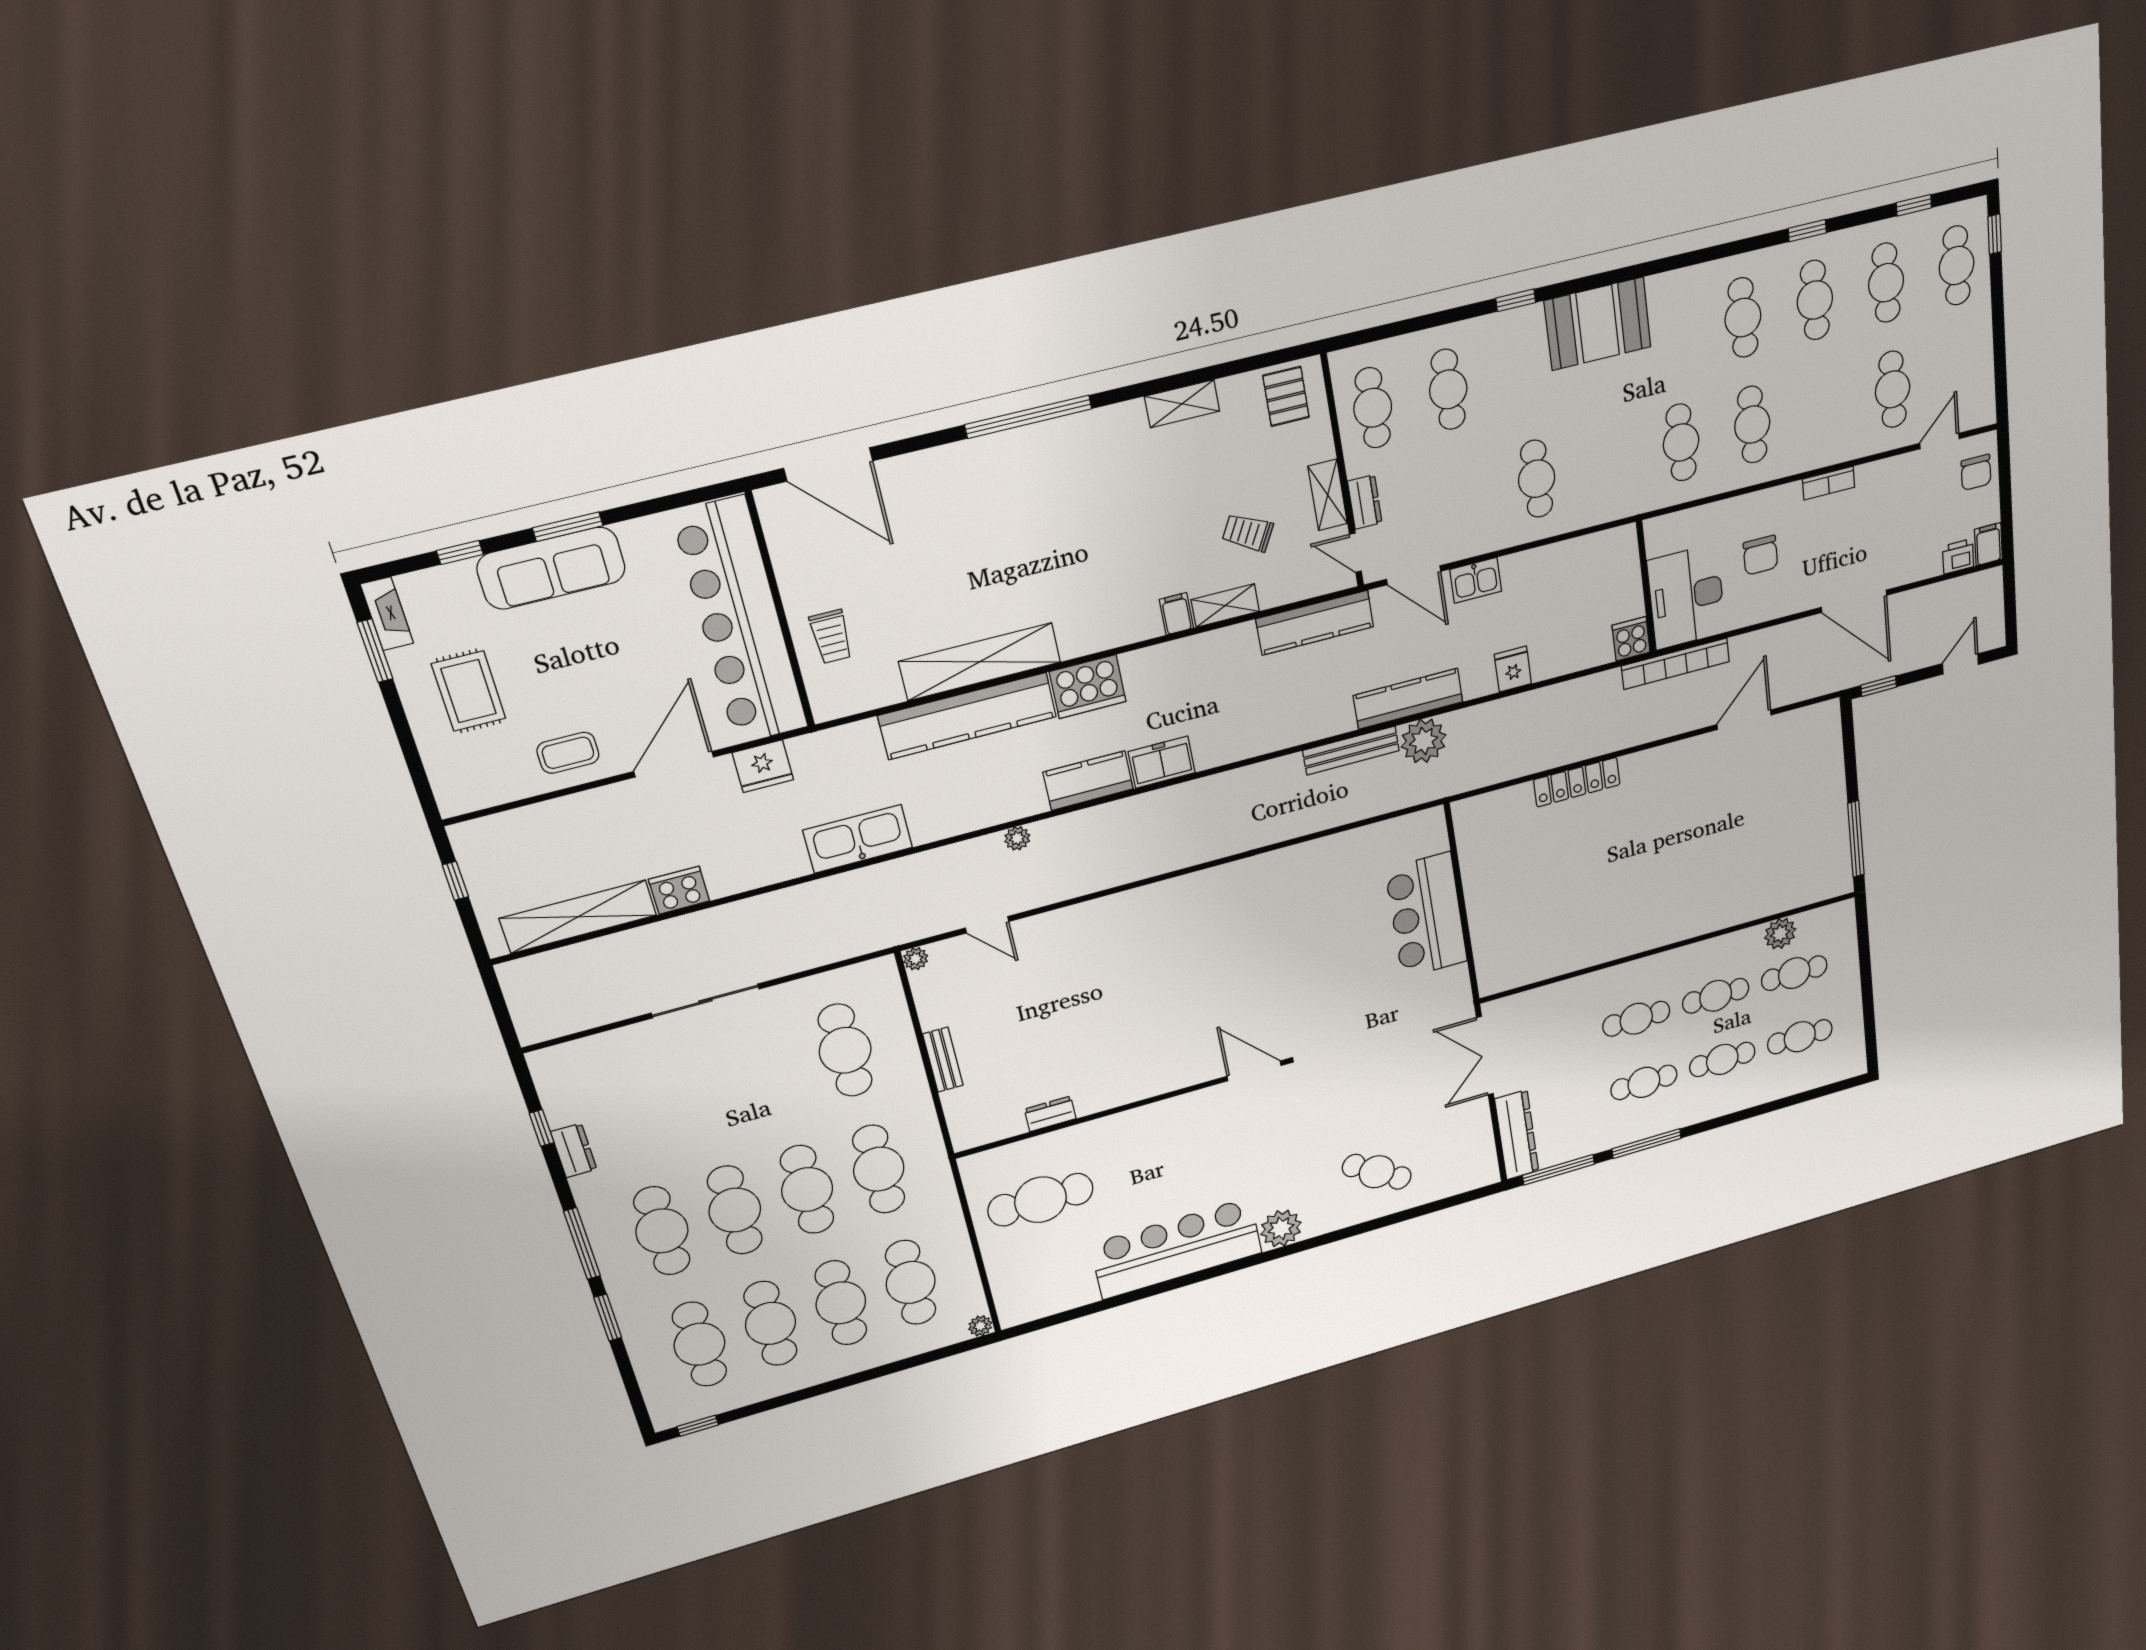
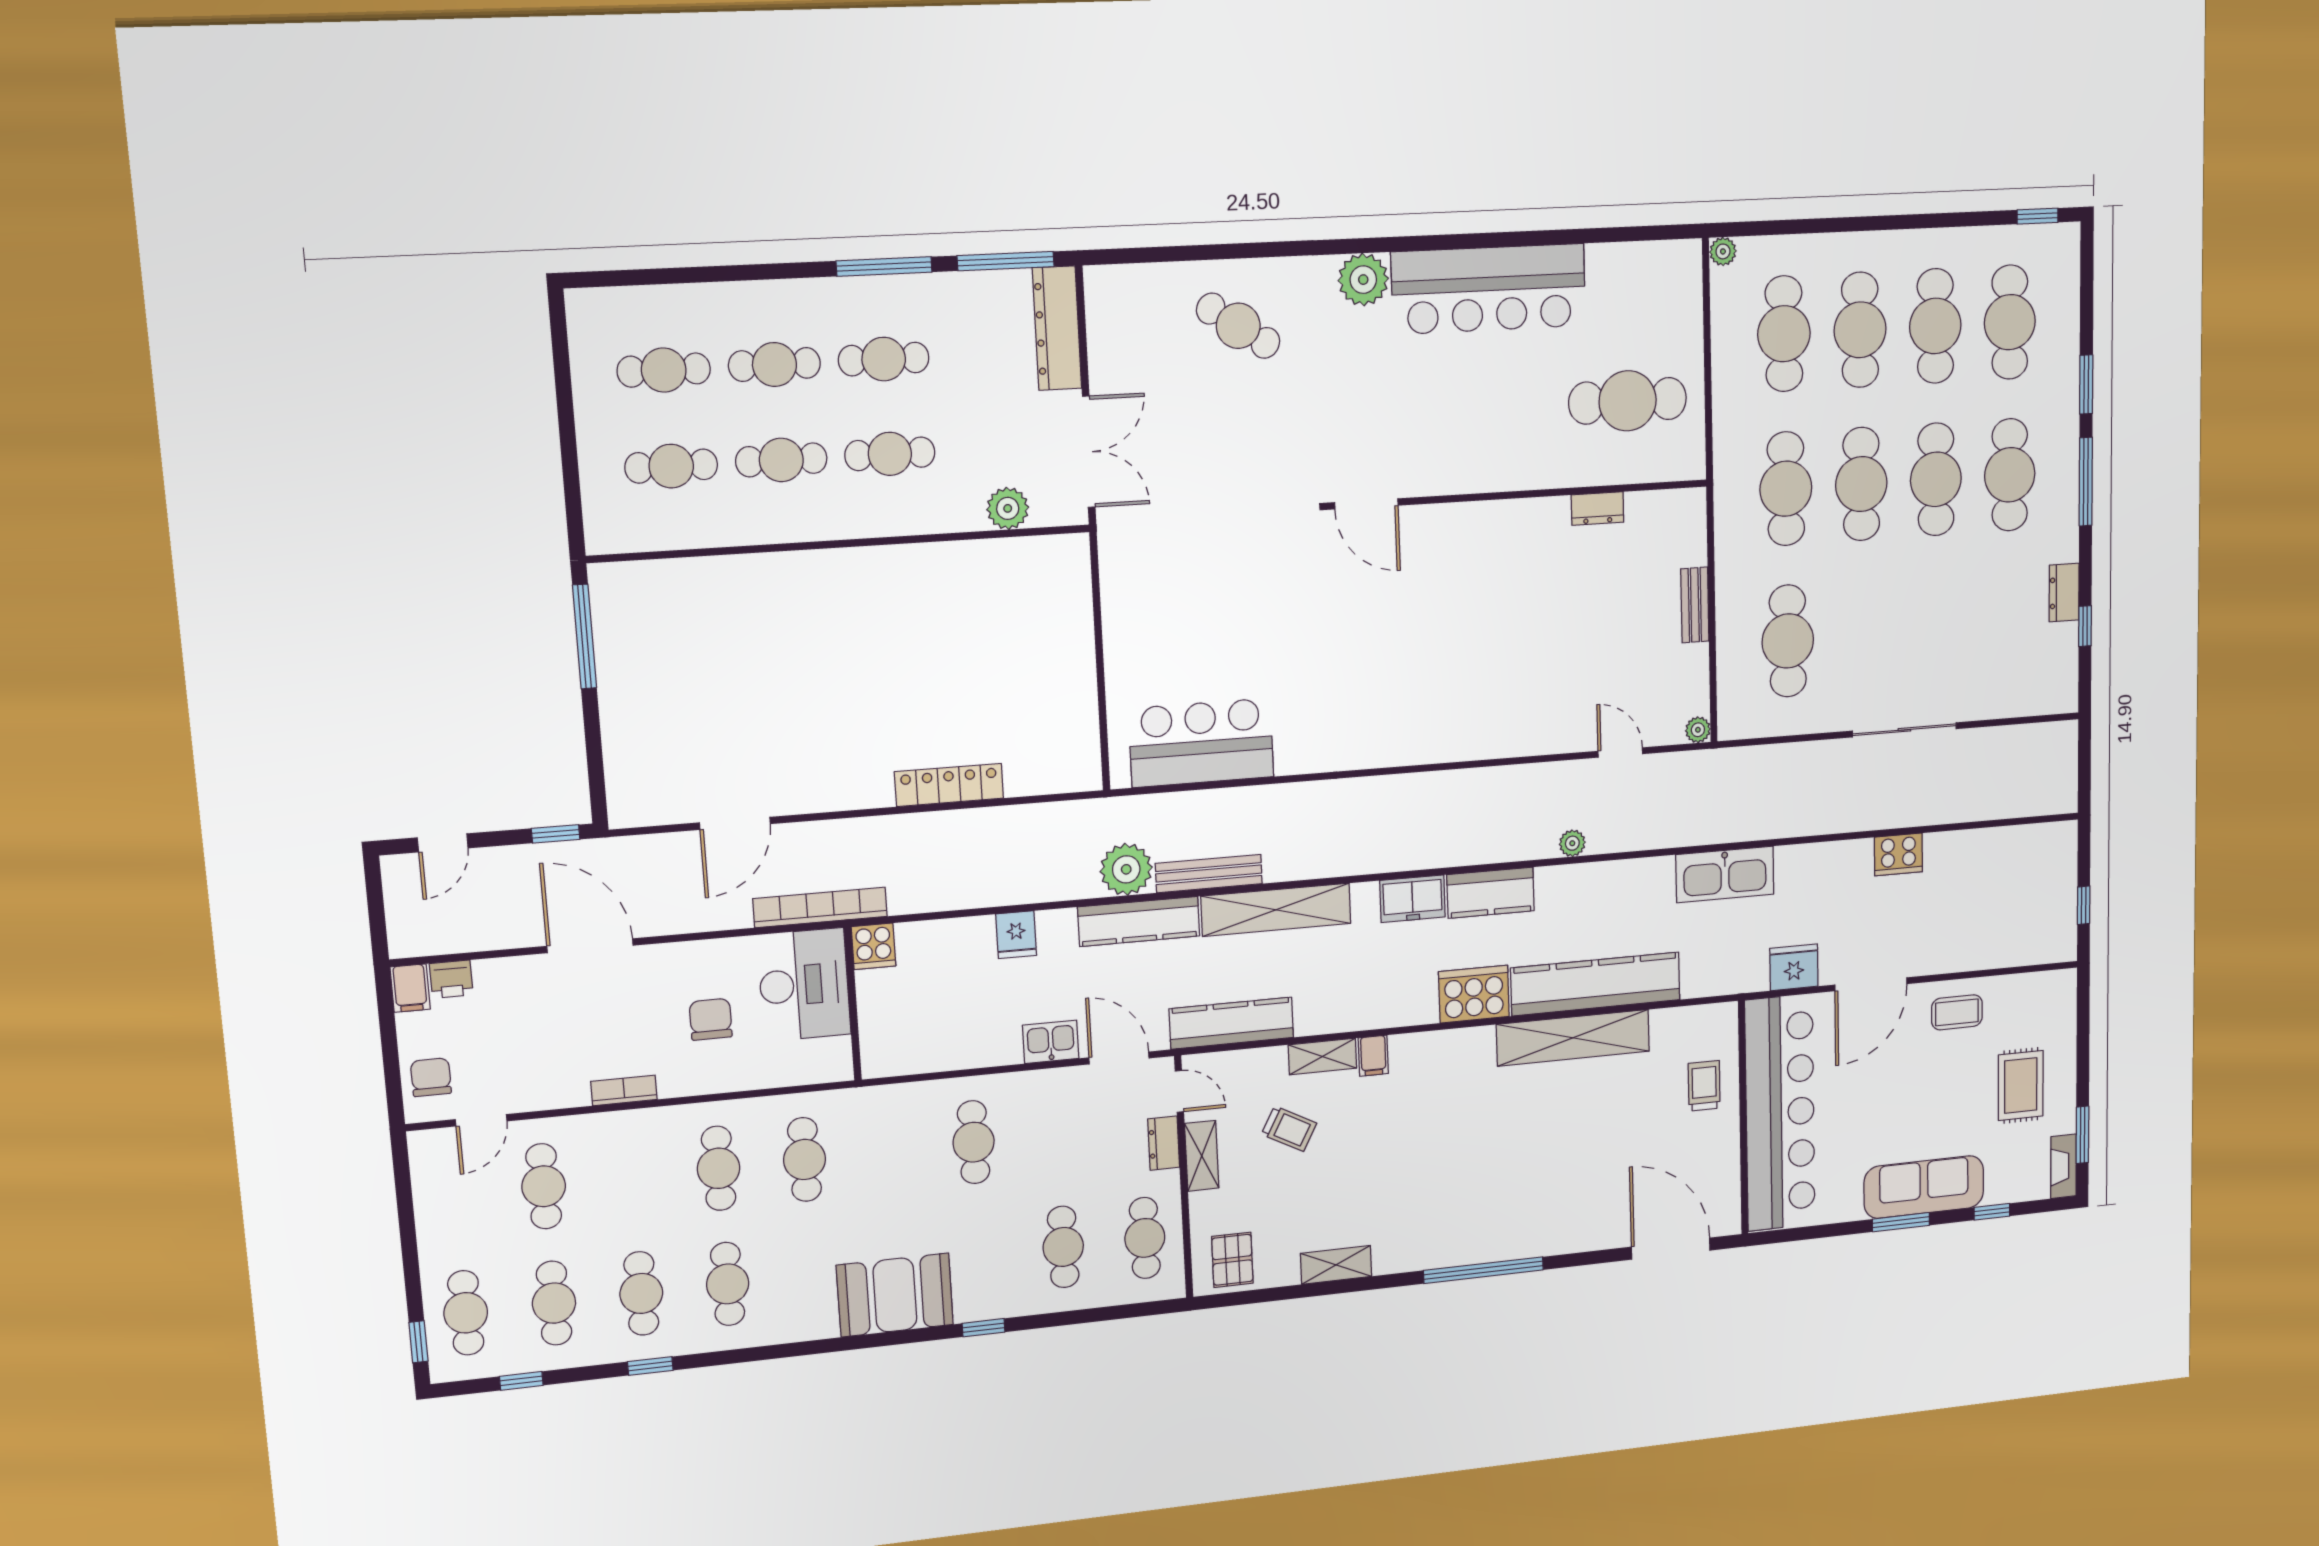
bar counter: (1426, 915) -> (1201, 743), moved, turned -90
shelving: (578, 917) -> (1276, 910), moved
plant: (1780, 934) -> (1008, 508), moved

